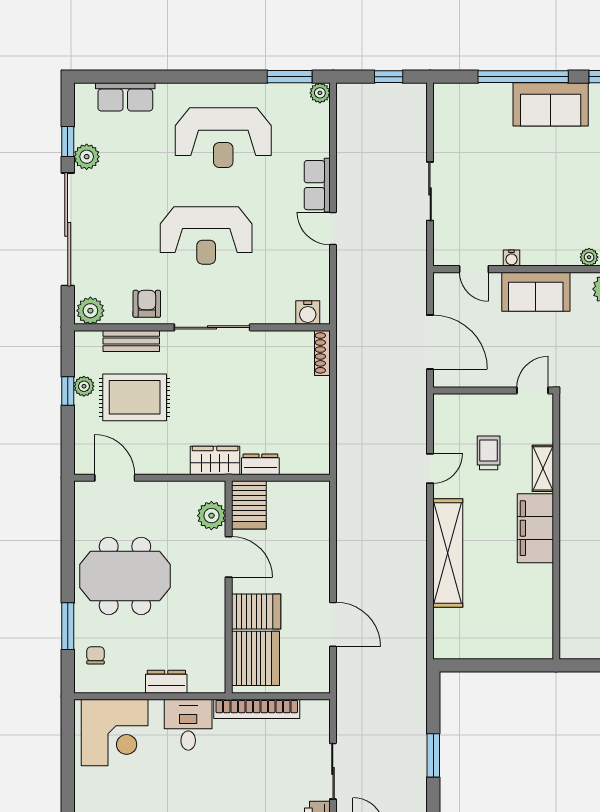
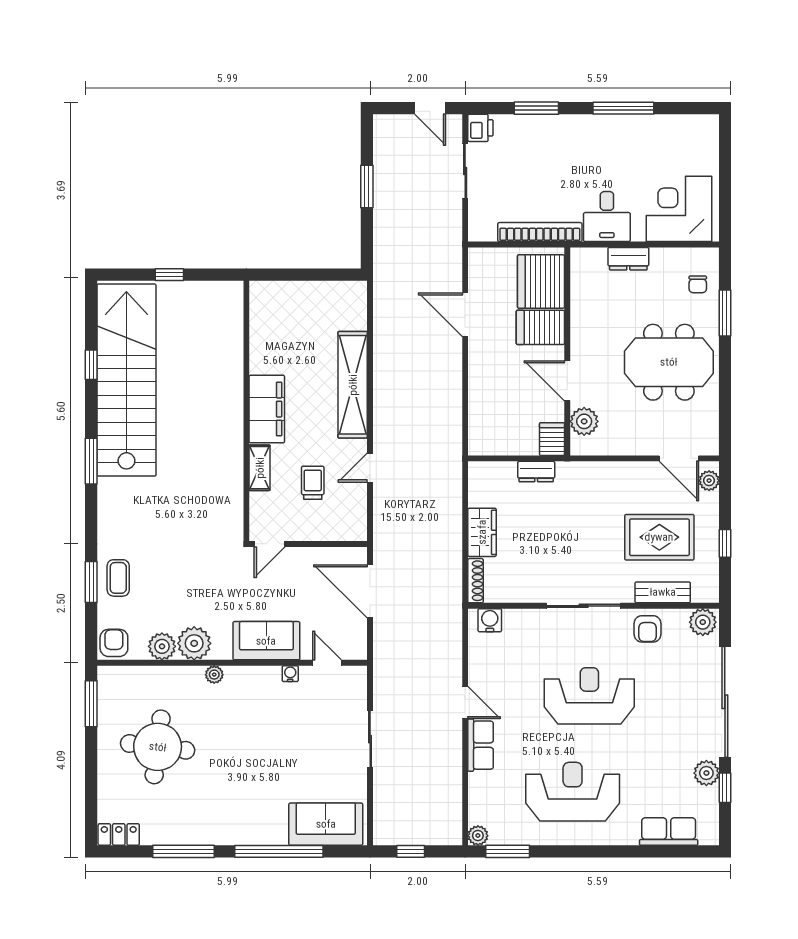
sofa: (551, 104) -> (326, 824), moved
plant: (84, 386) -> (709, 481), moved
trolley: (489, 453) -> (313, 483), turned 180
wardrobe: (215, 461) -> (482, 532), moved, turned -90
server rack: (249, 505) -> (552, 439), width x0.73, depth x0.70

